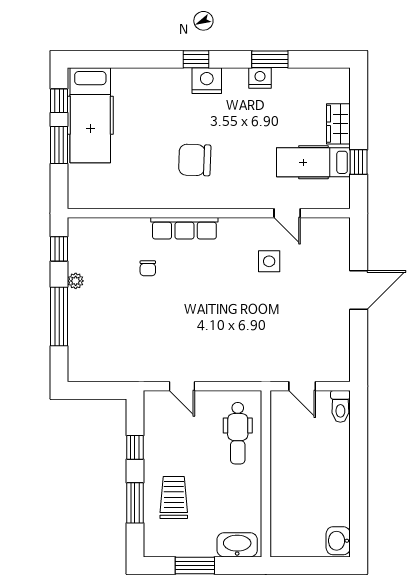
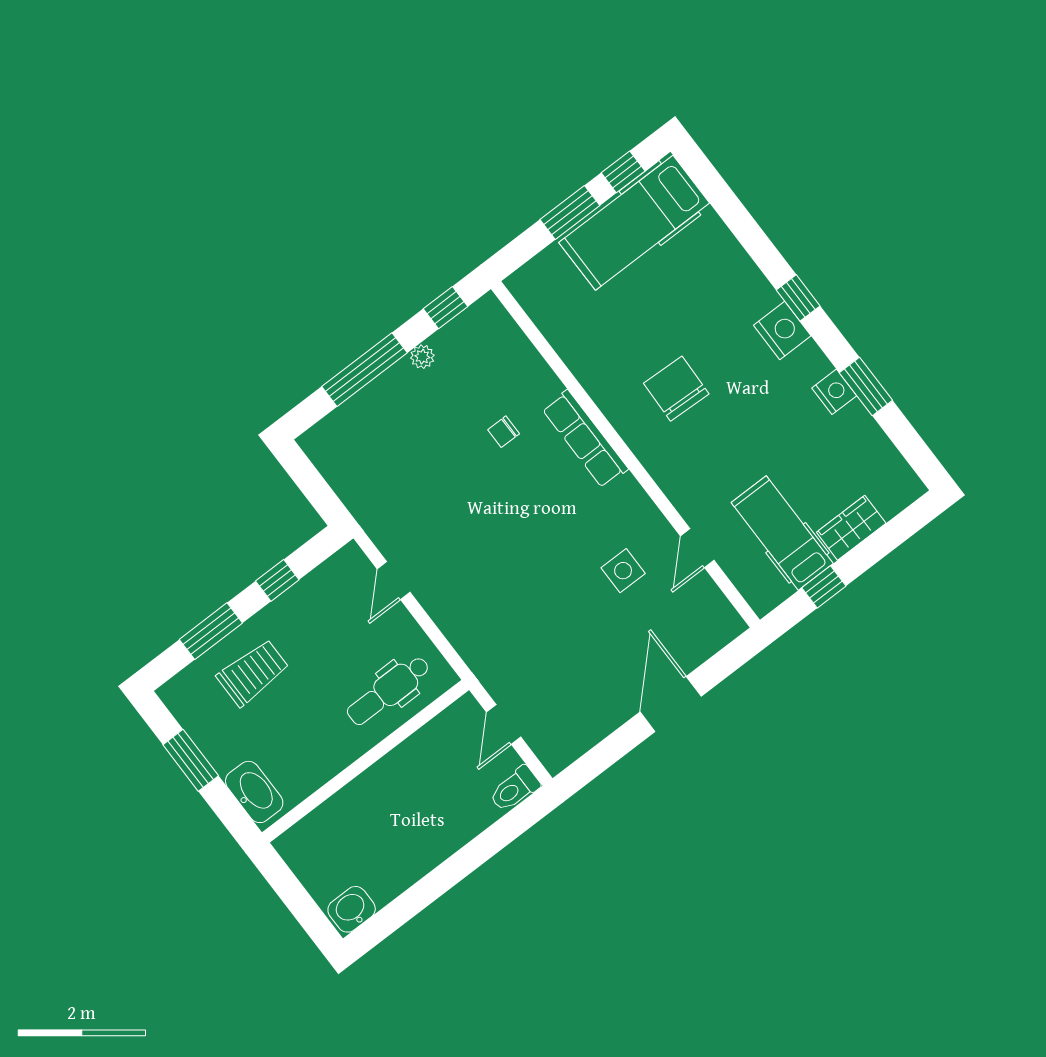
door: (359, 290) -> (671, 704), swing flipped

